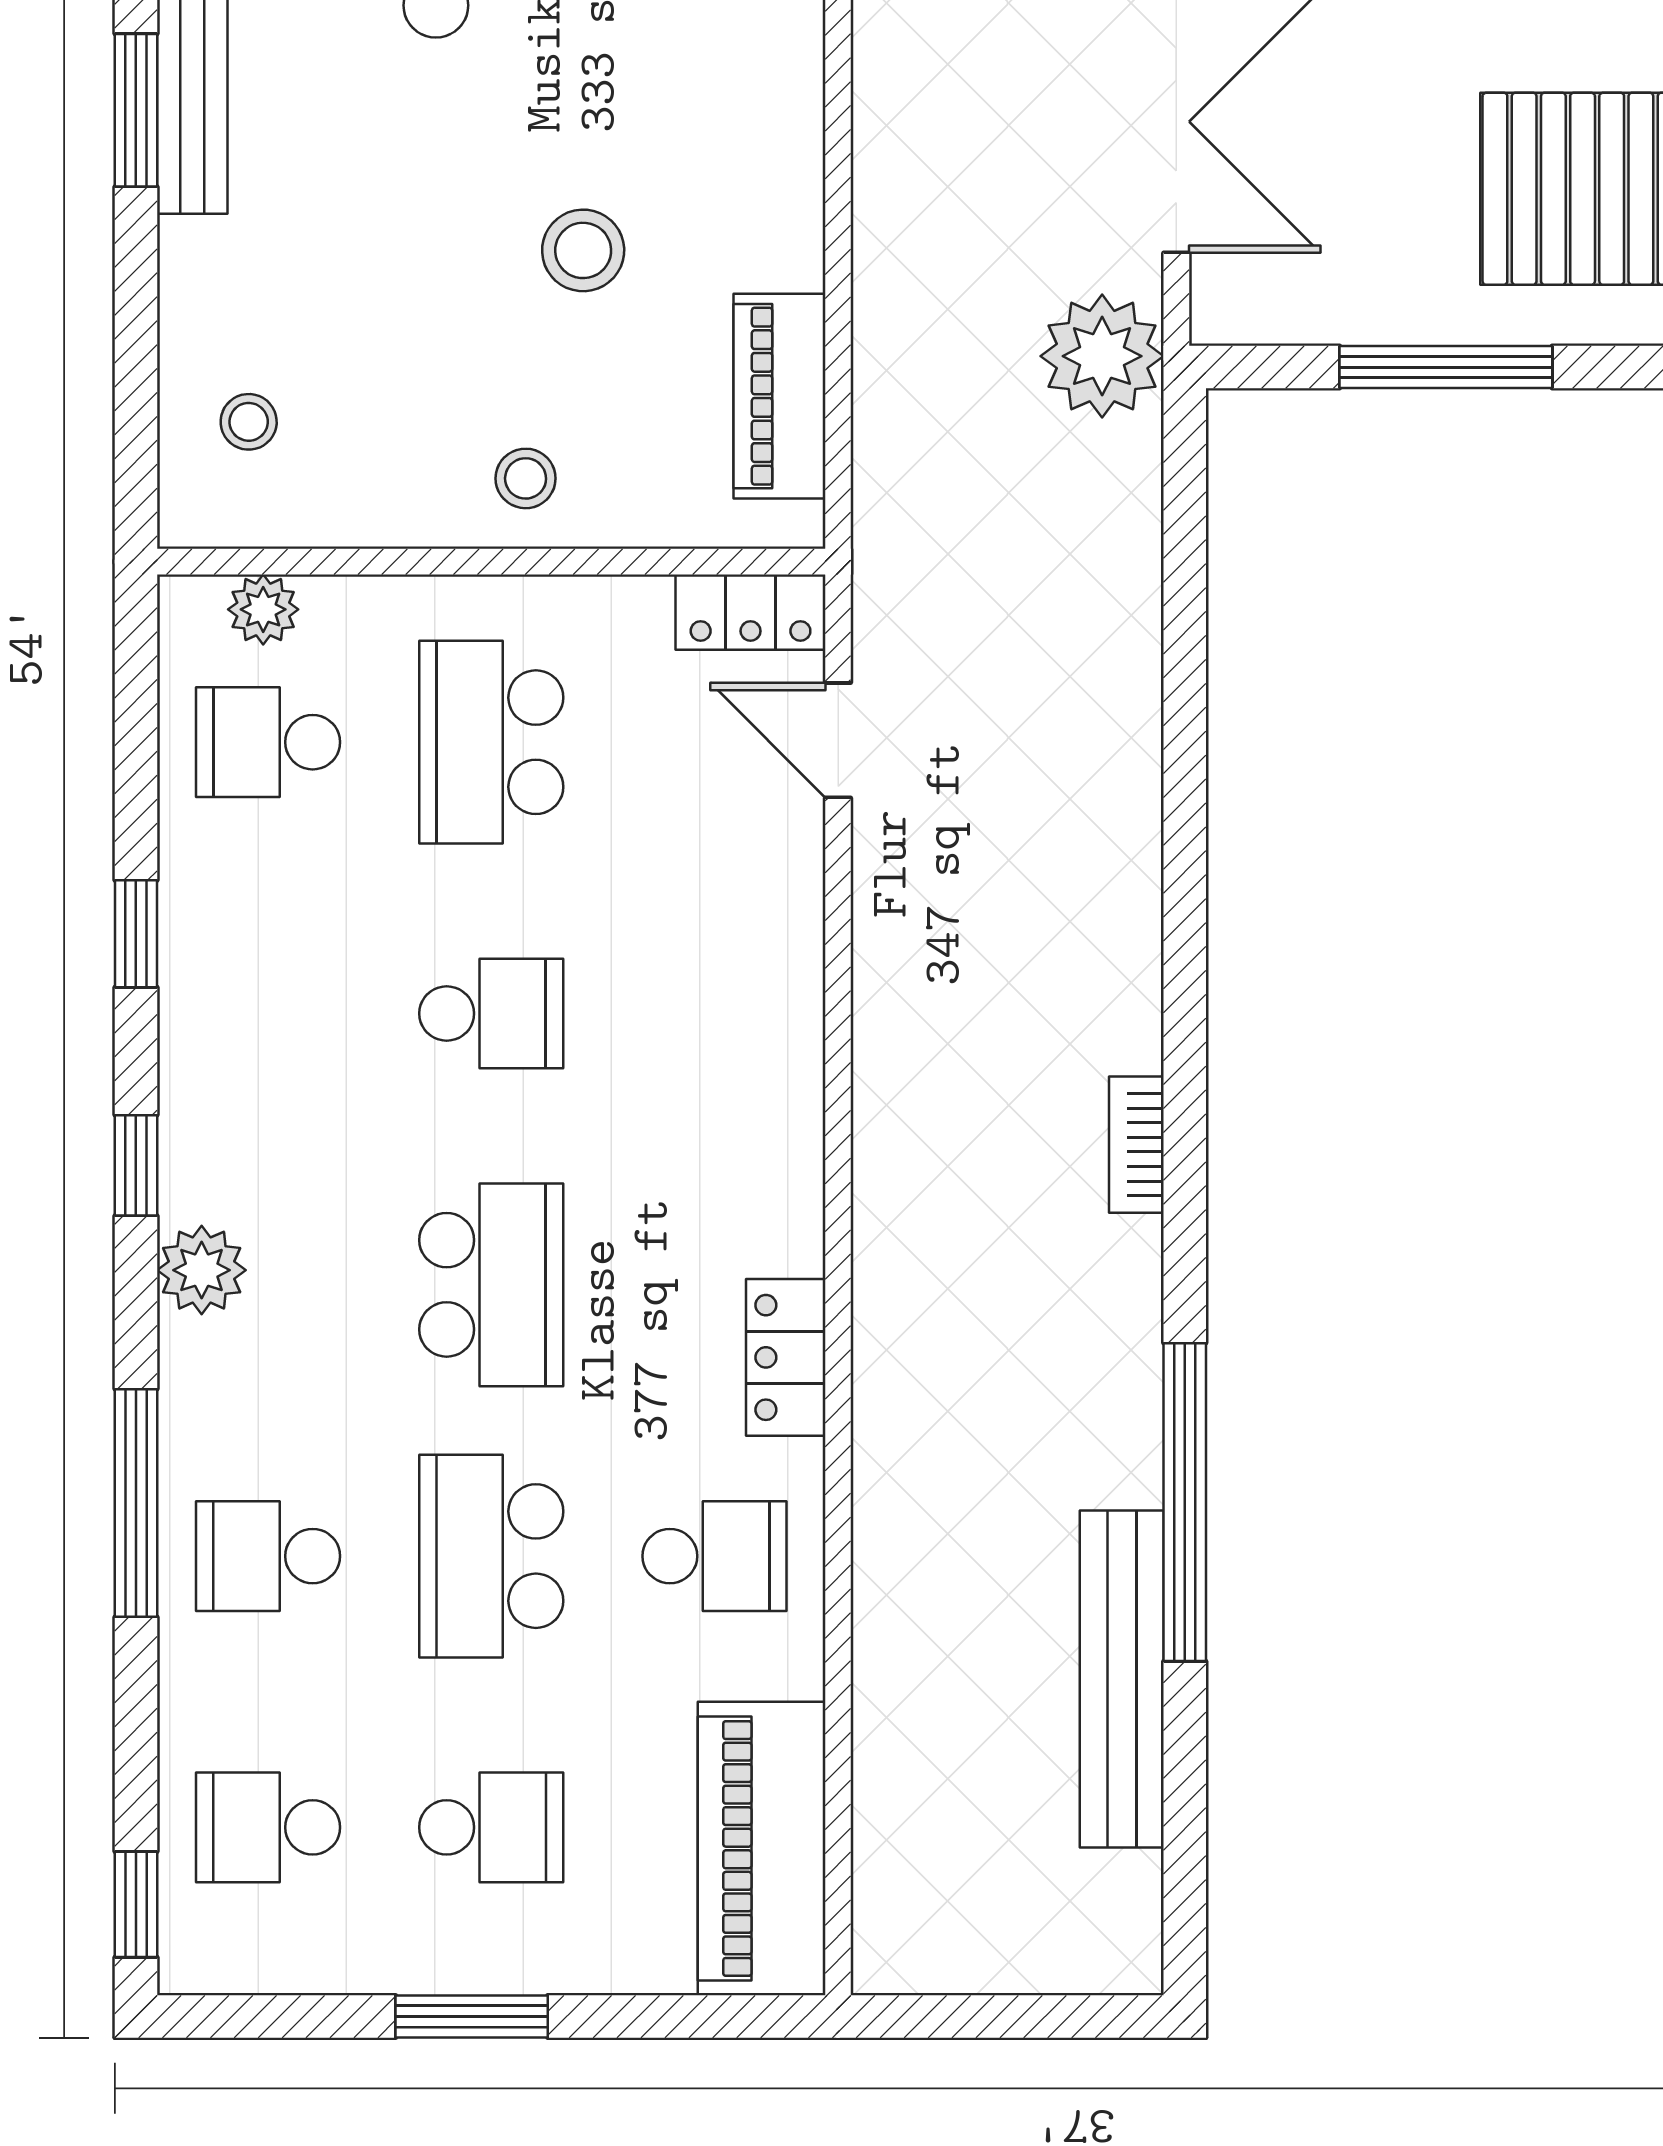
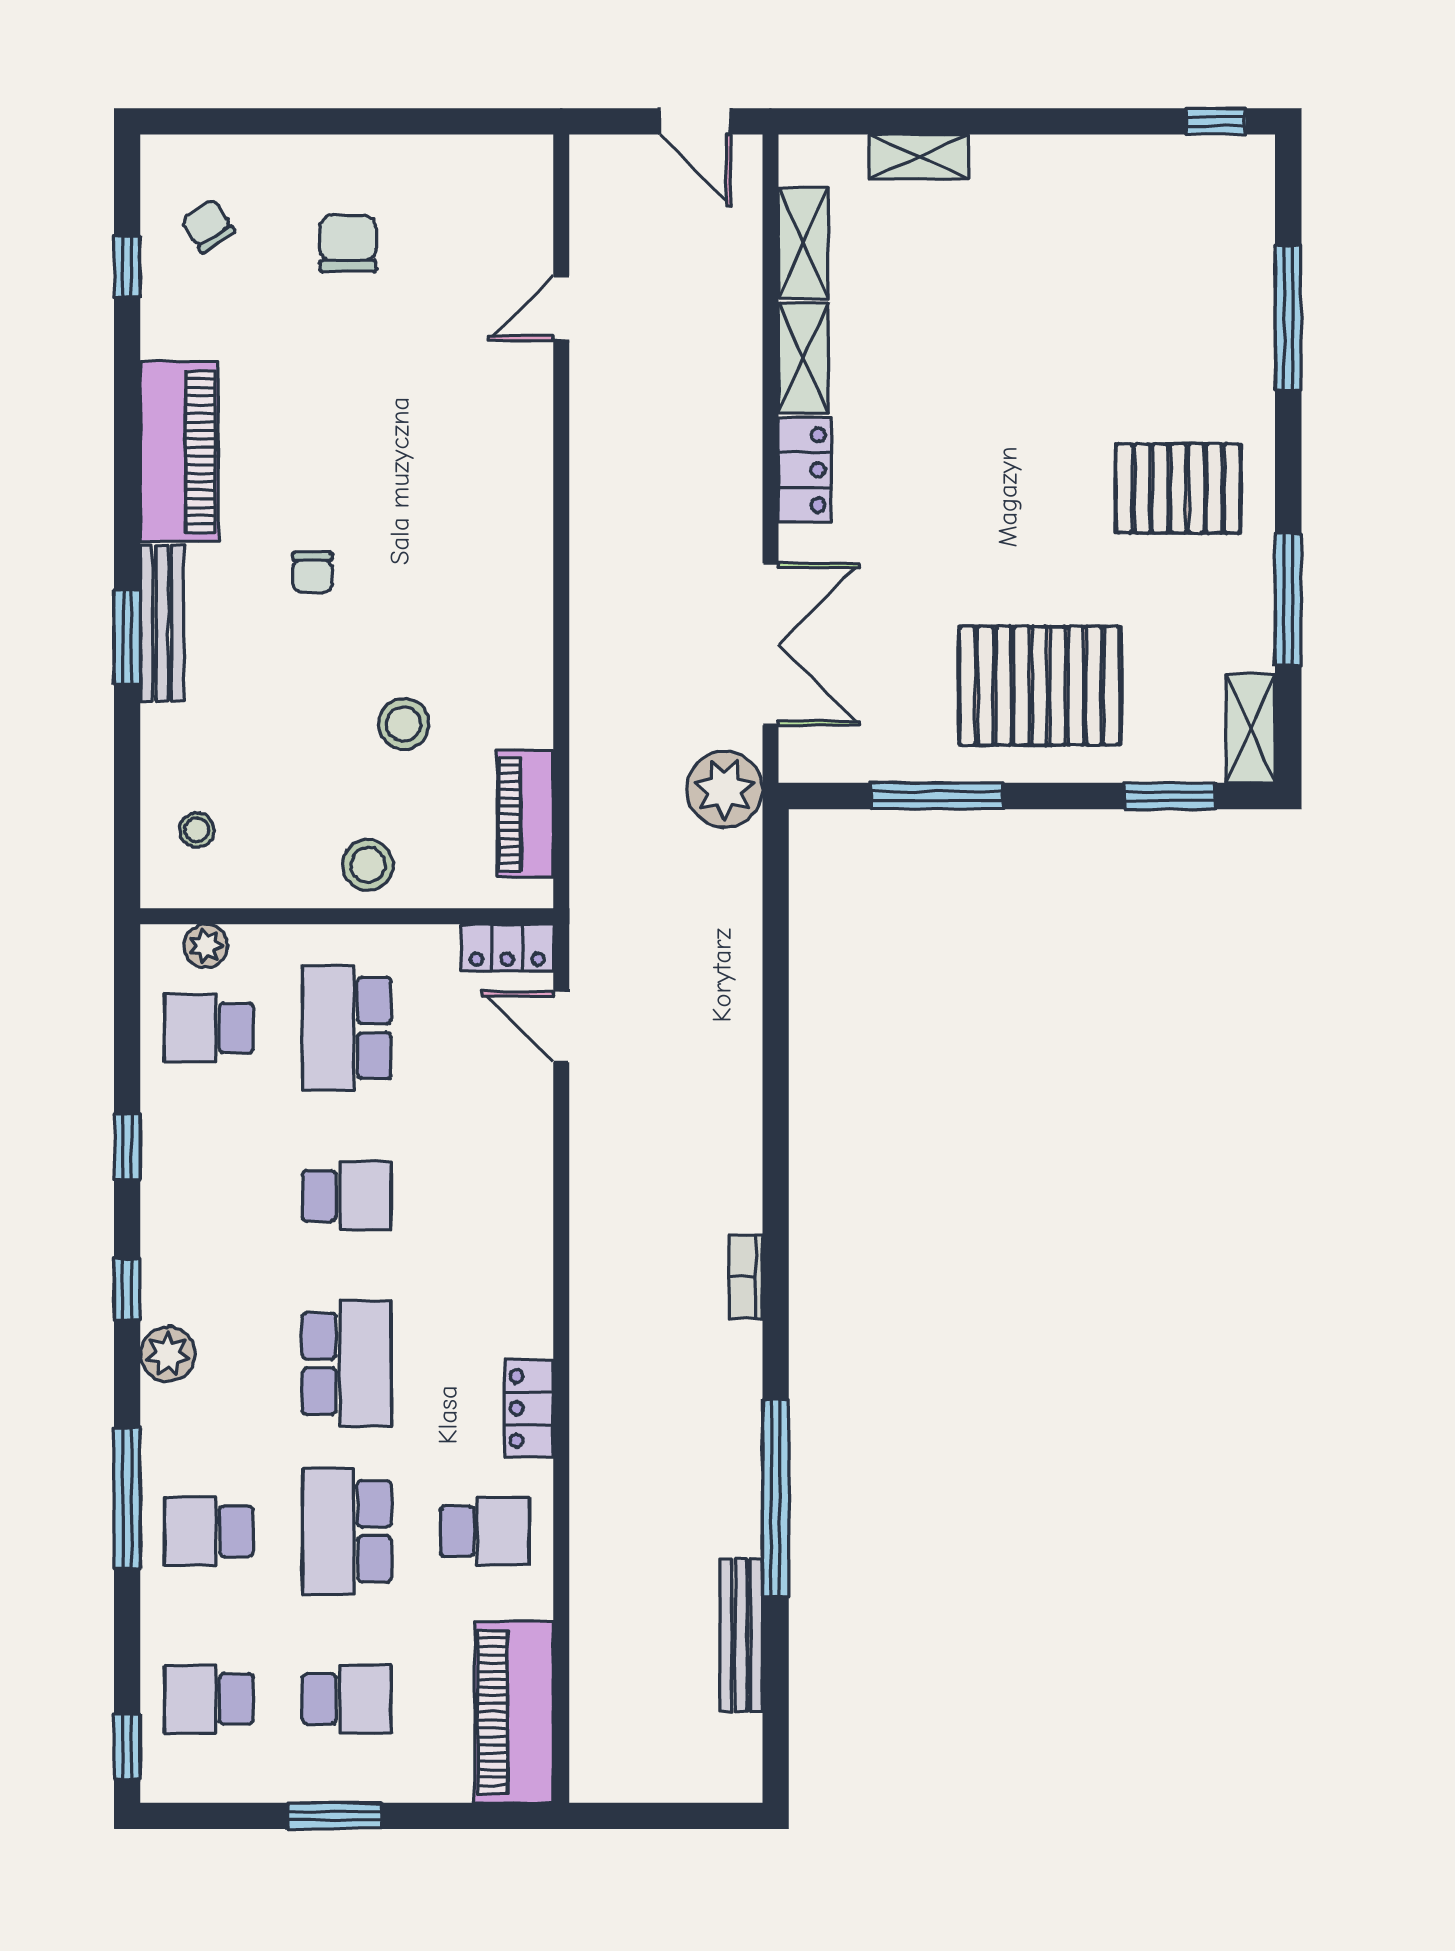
stool: (526, 478) -> (368, 865), width x1.37, depth x1.37
bench: (1122, 1679) -> (741, 1635), width x0.73, depth x0.82

